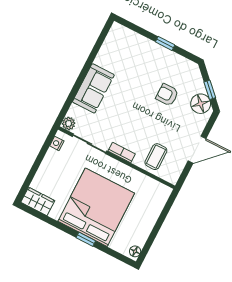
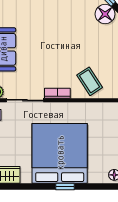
armchair: (167, 95) -> (71, 21), removed
coffee table: (156, 157) -> (90, 81), turned -33

